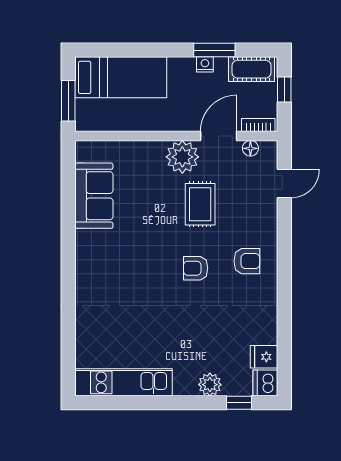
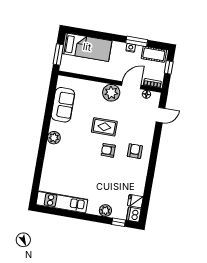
rug: (200, 204) -> (104, 127), moved, turned 90
armchair: (247, 261) -> (135, 151), turned -90
plant: (87, 262) -> (54, 138), added

